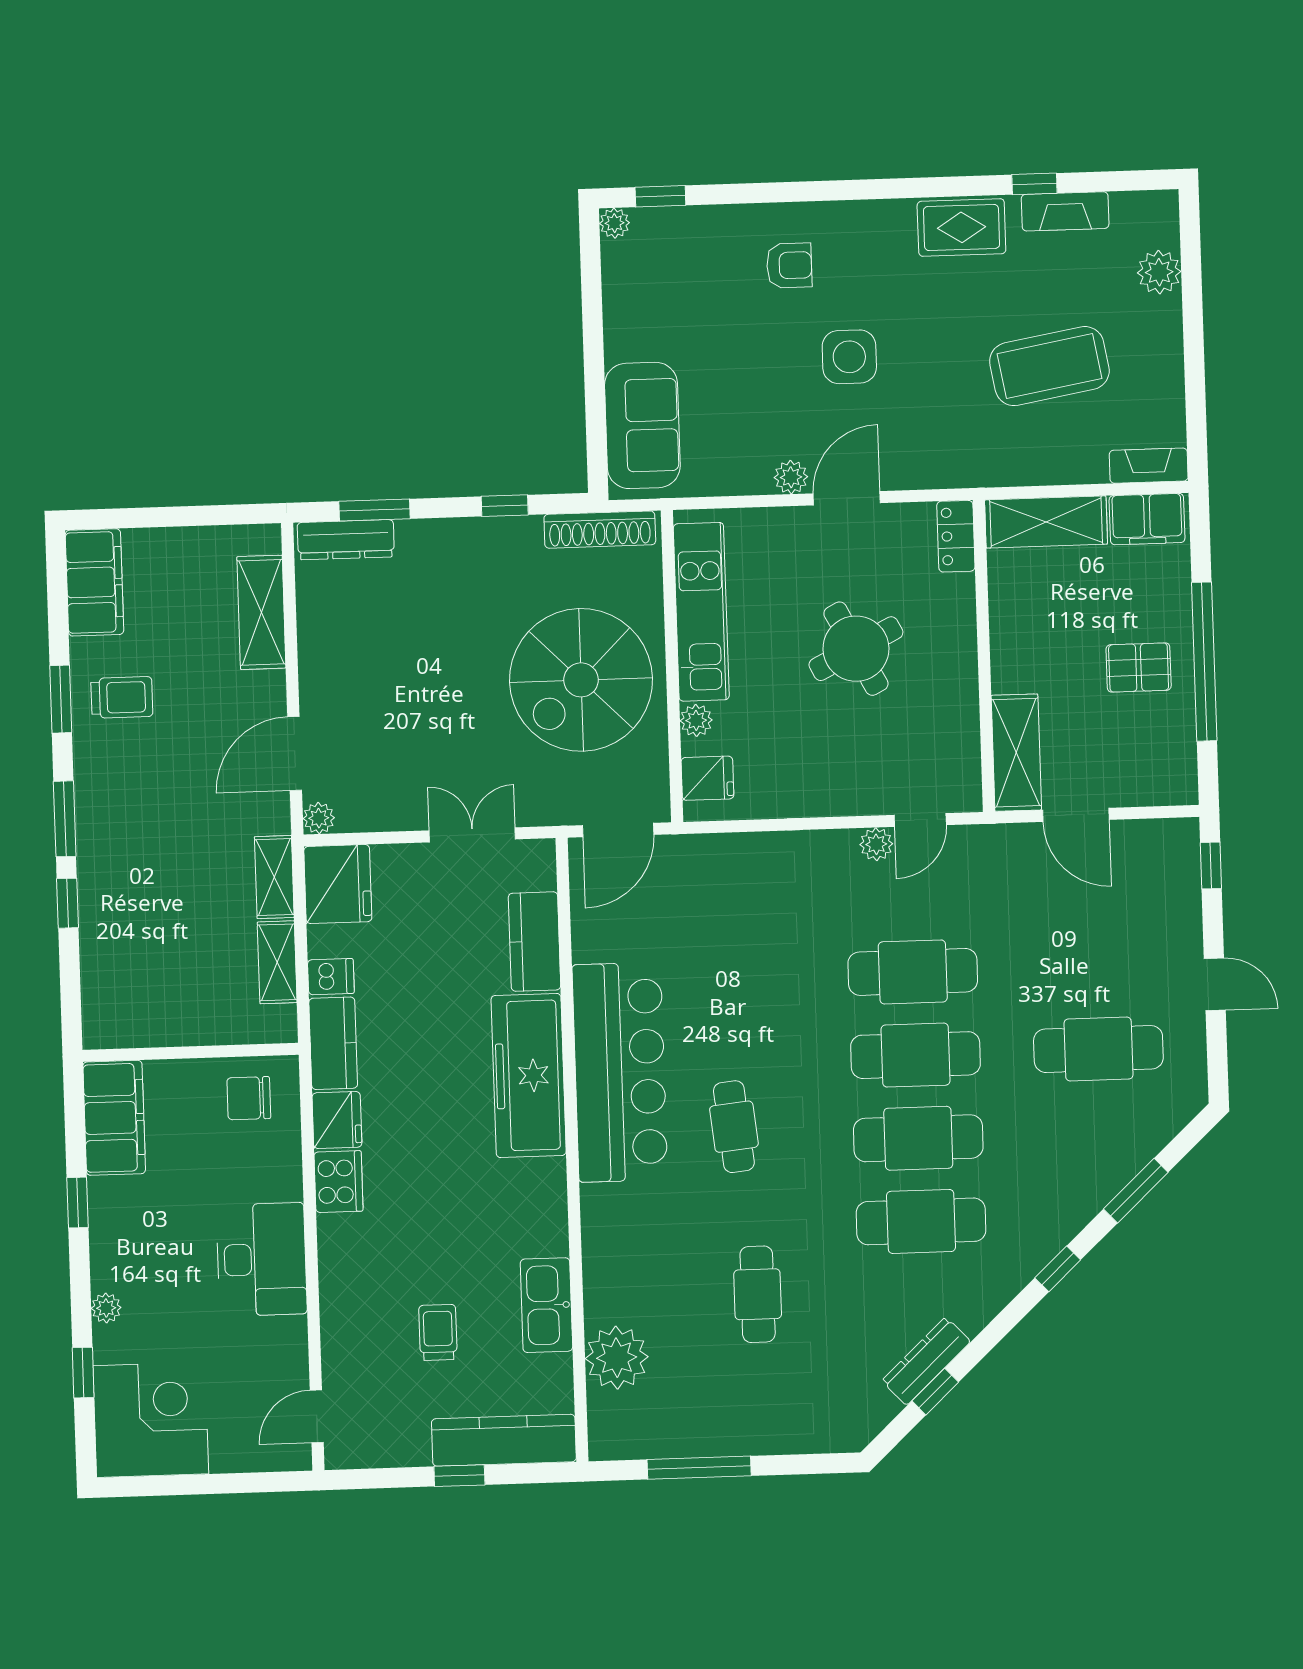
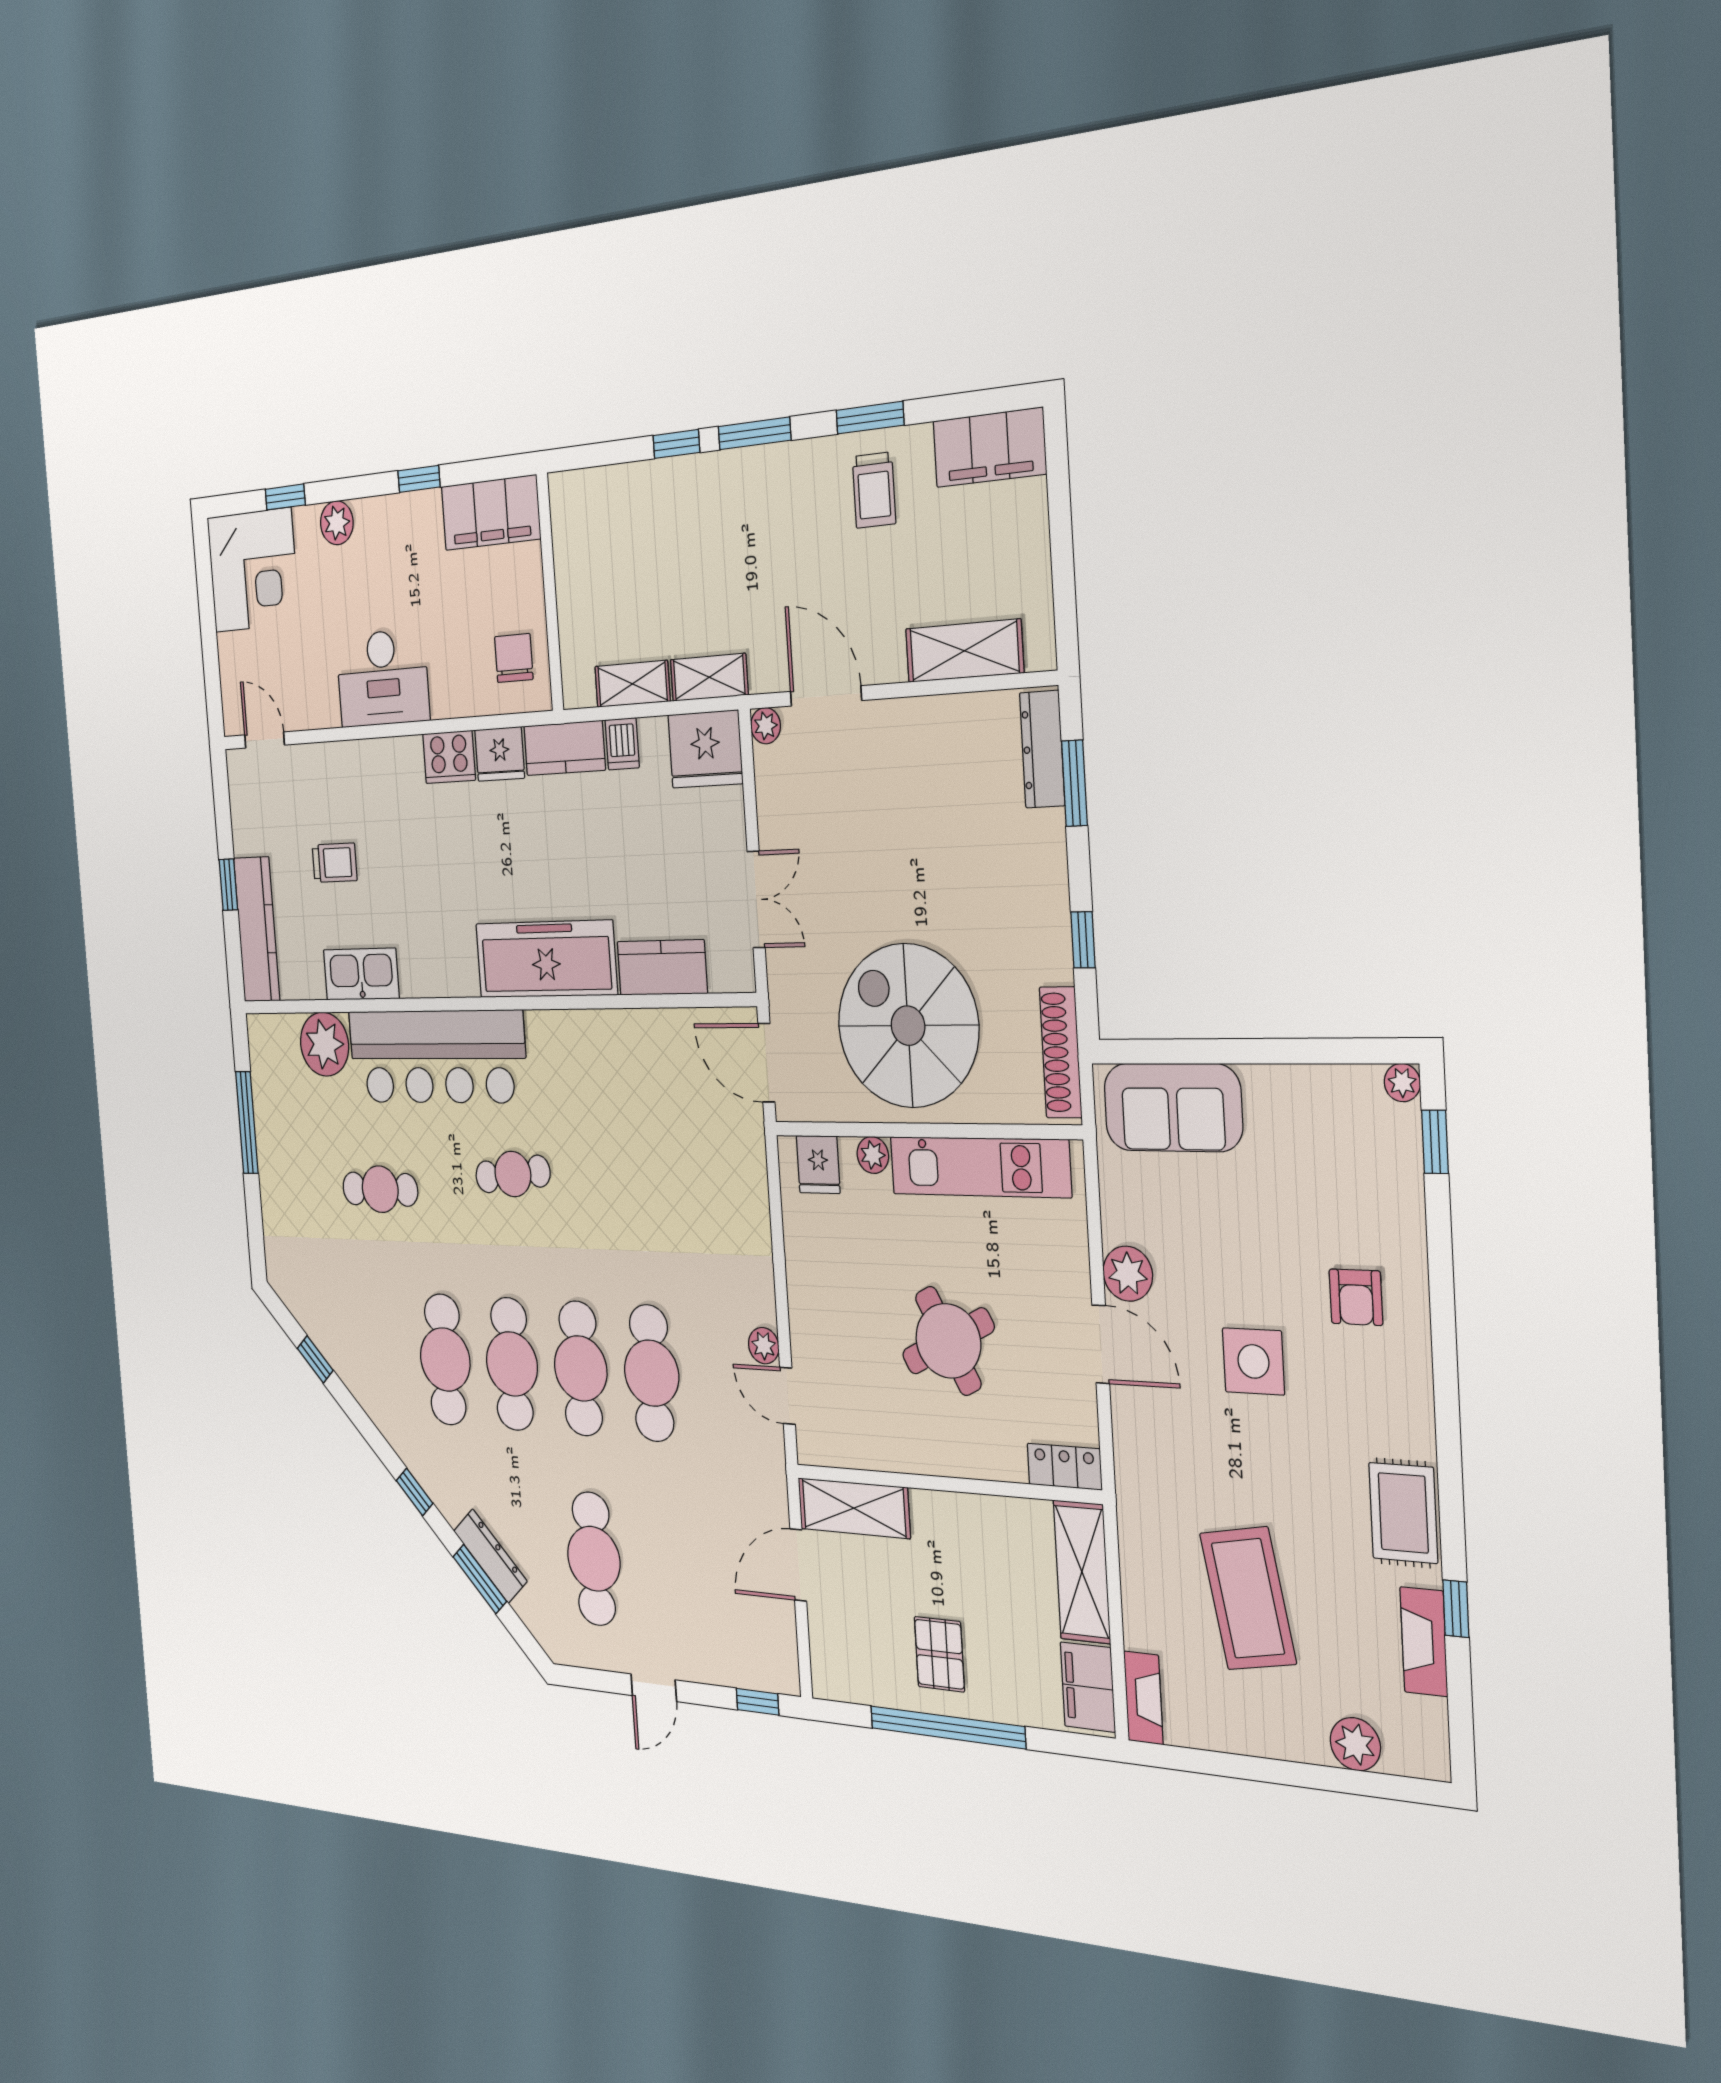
plant: (791, 477) -> (1128, 1274), width x1.38, depth x1.38
bar counter: (620, 1072) -> (437, 1057), moved
plant: (106, 1308) -> (337, 523), width x1.38, depth x1.38
dresser: (926, 1361) -> (490, 1556), moved

